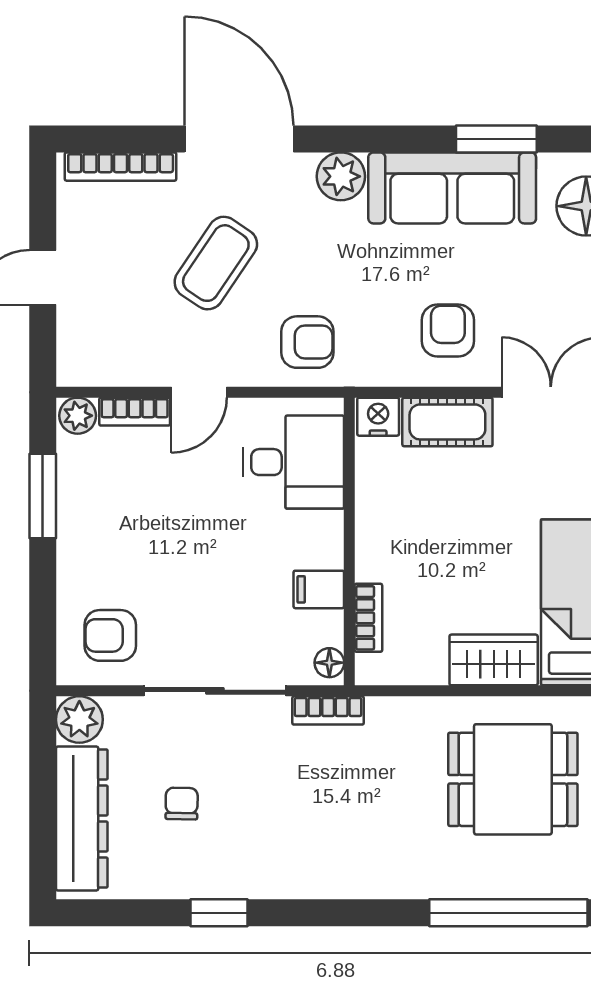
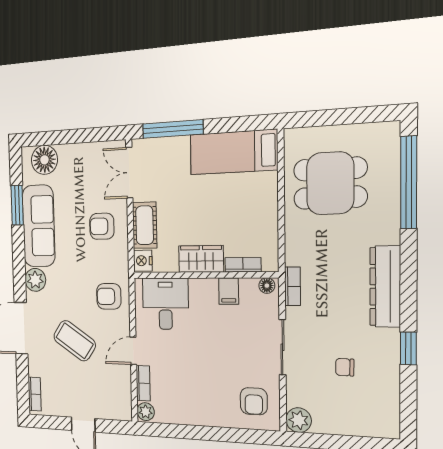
bookcase: (121, 167) -> (35, 394), width x0.64
armchair: (307, 342) -> (109, 296), turned -90
door: (199, 392) -> (133, 351), swing flipped
window: (43, 496) -> (184, 432), removed
wardrobe: (494, 660) -> (201, 259), moved, turned 90
sliding door: (215, 691) -> (282, 347), width x0.73
dining table: (513, 779) -> (330, 183), turned 90
dresser: (82, 818) -> (385, 287), moved, turned -90

